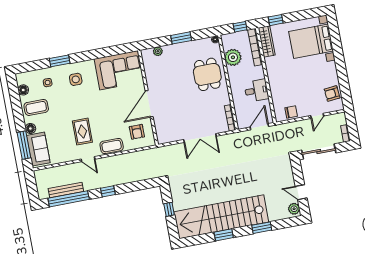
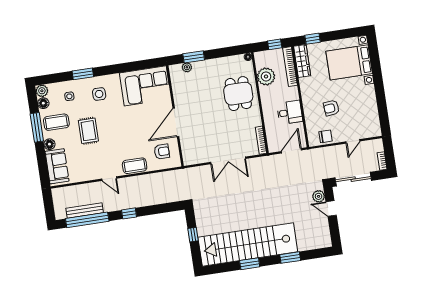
window: (181, 38) -> (194, 57), moved
plant: (21, 78) -> (42, 91), added
armchair: (332, 93) -> (331, 108), moved
rug: (82, 132) -> (88, 131), moved
armchair: (137, 132) -> (162, 152), turned -90
window: (24, 145) -> (37, 127), moved
door: (301, 192) -> (331, 209), moved
plant: (294, 209) -> (319, 196), moved

